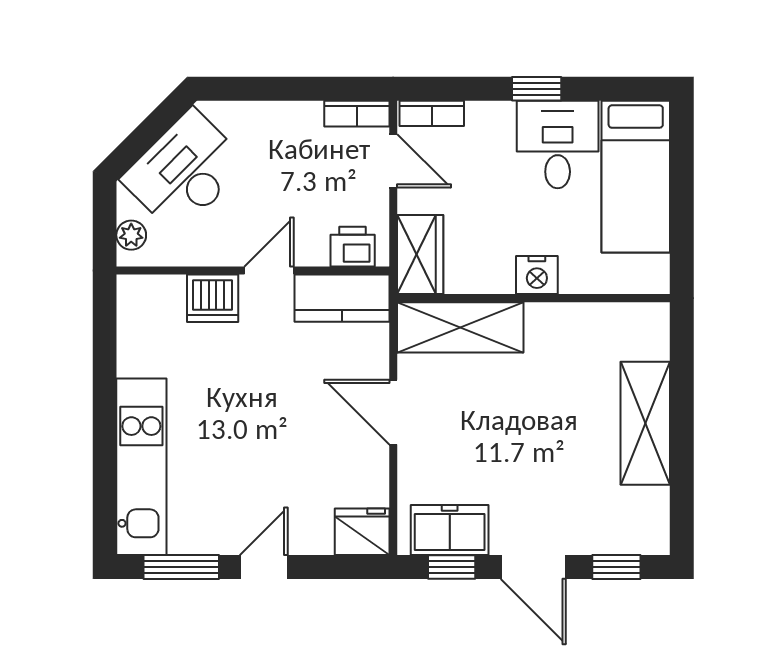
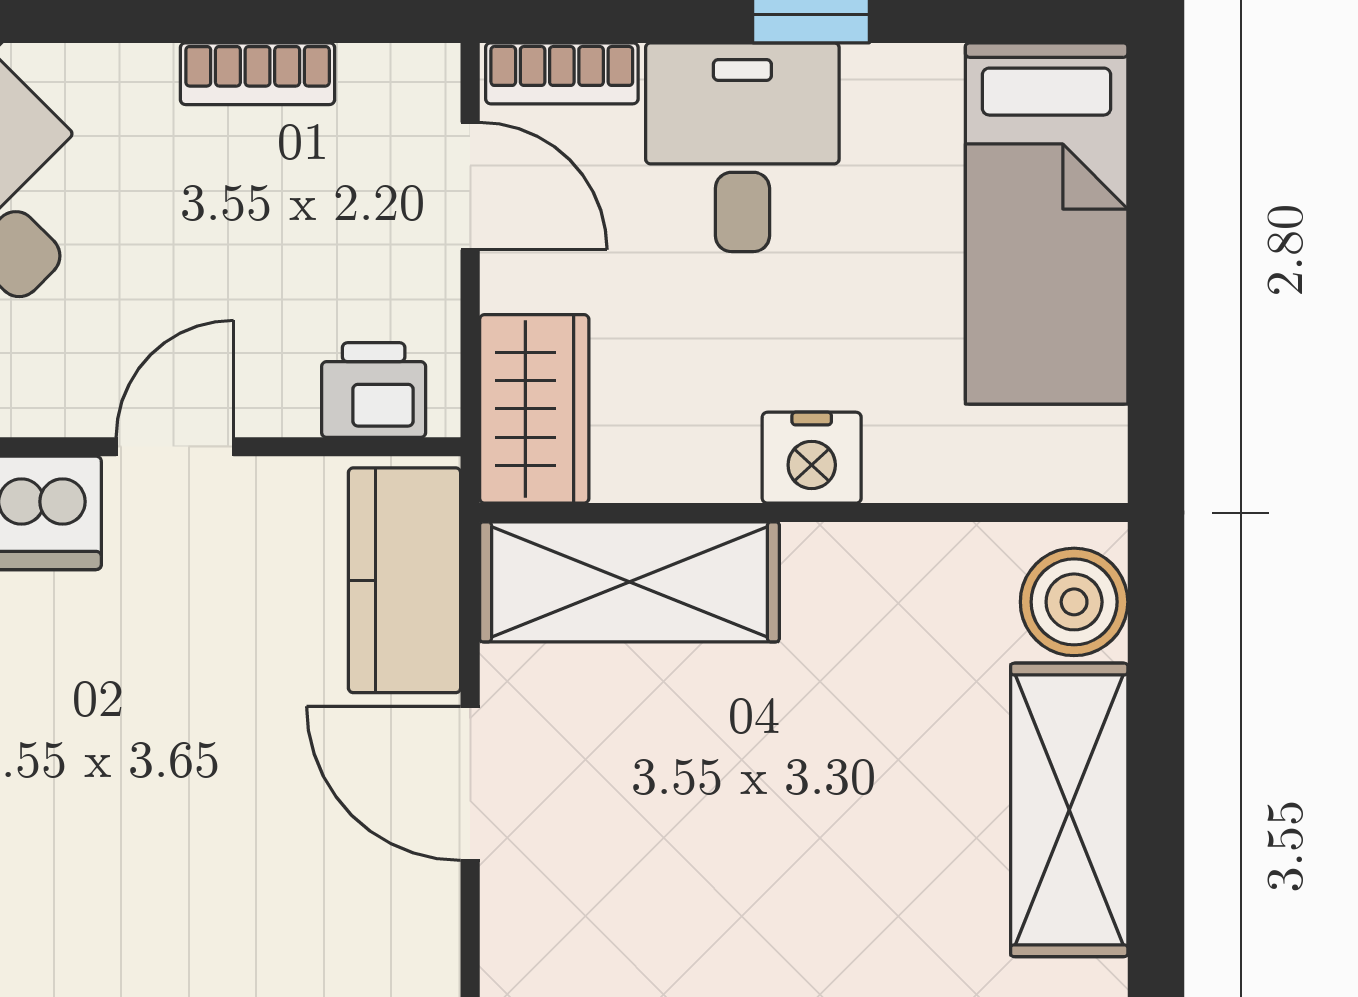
bookcase: (357, 114) -> (258, 74), moved
desk: (558, 144) -> (742, 147), moved
kitchen counter: (342, 298) -> (405, 580), moved, turned 90
boiler: (647, 336) -> (1074, 602), added

